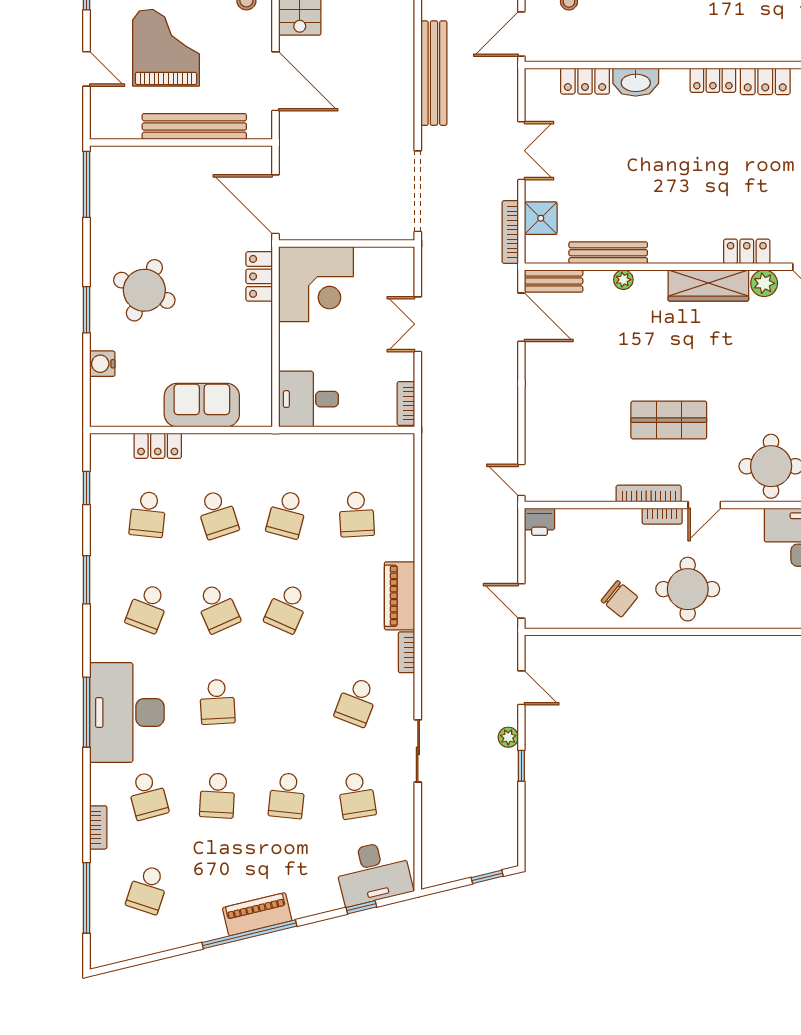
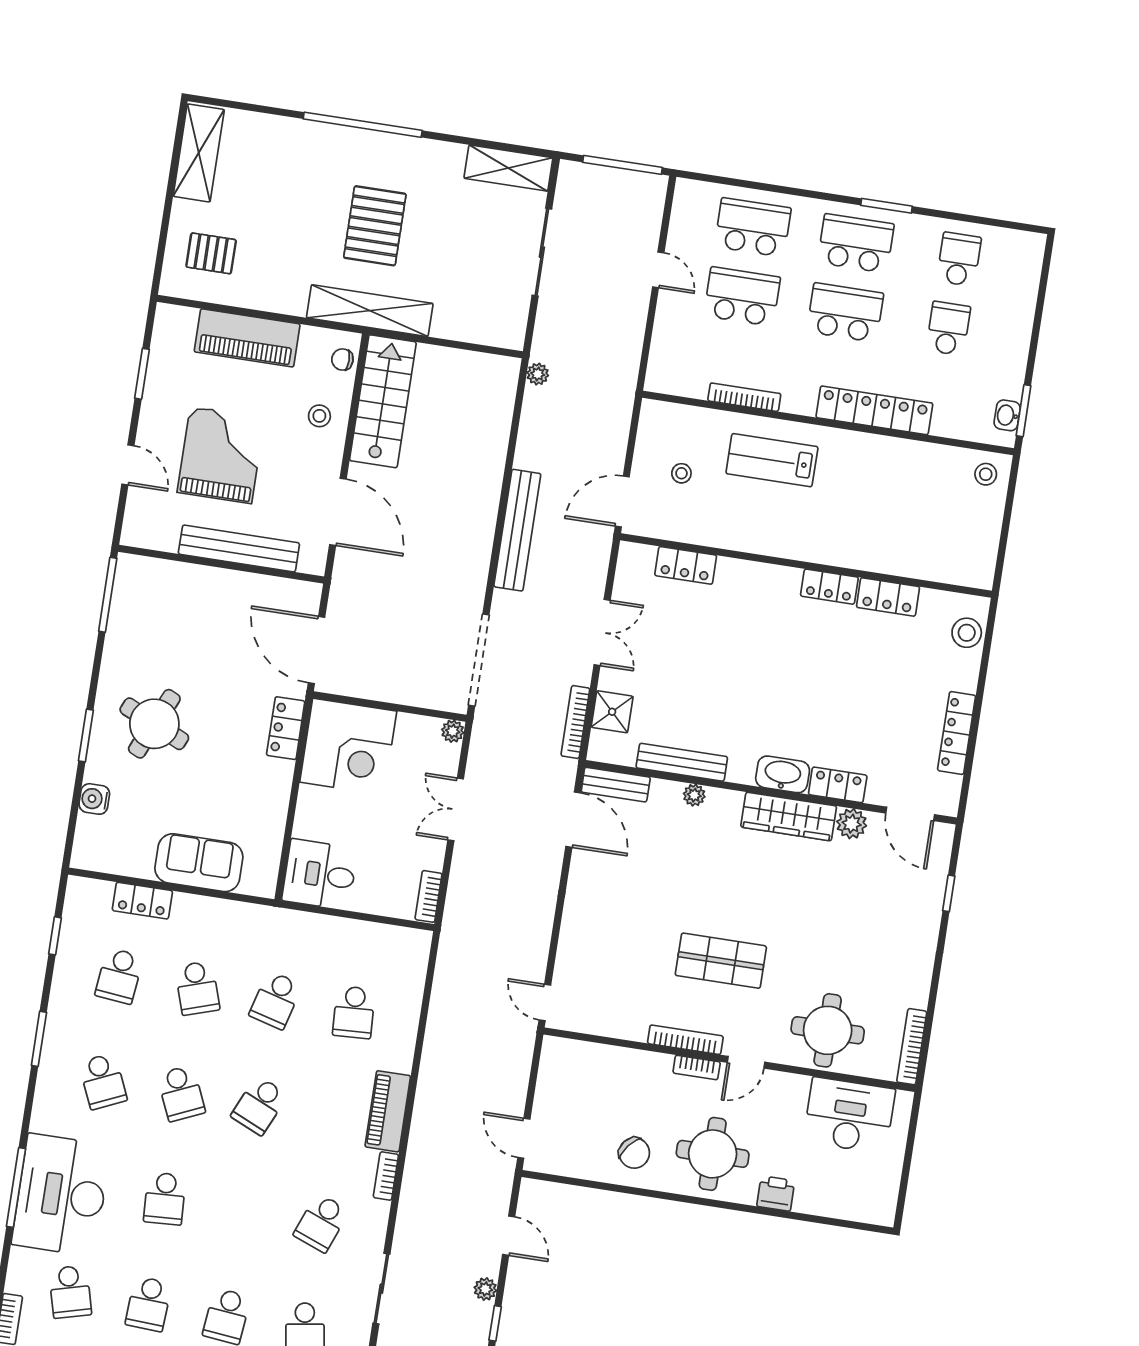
washbasin: (636, 82) -> (783, 774), moved, turned 180
plant: (405, 257) -> (453, 731), added
printer: (540, 522) -> (776, 1194), moved, turned 180
school desk: (148, 608) -> (103, 1081), turned -45

